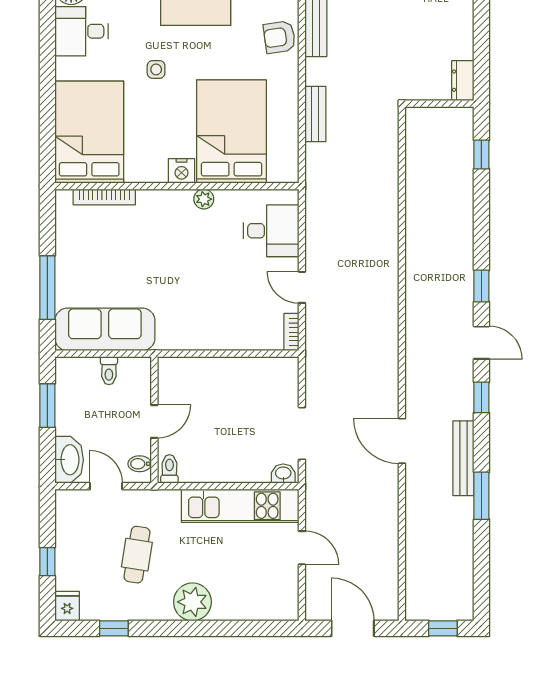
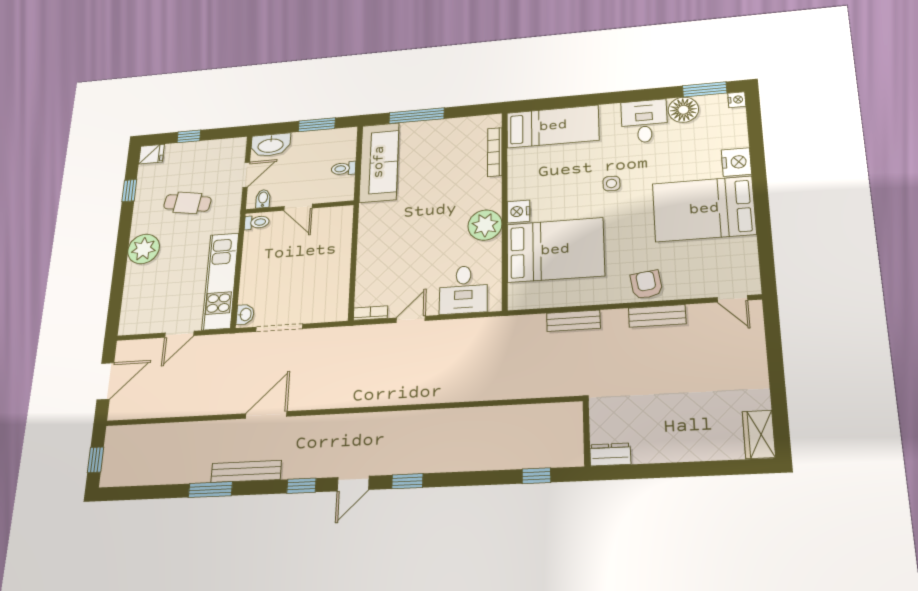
bed: (89, 132) -> (553, 126), width x0.67
plant: (204, 199) -> (485, 225), width x1.87, depth x1.87

